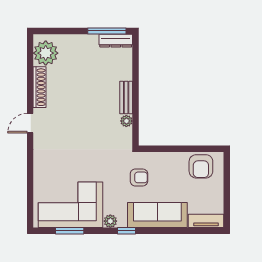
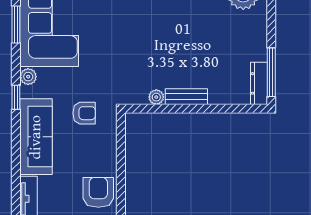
armchair: (201, 166) -> (98, 192), turned 90
armchair: (139, 177) -> (84, 113), turned -90

